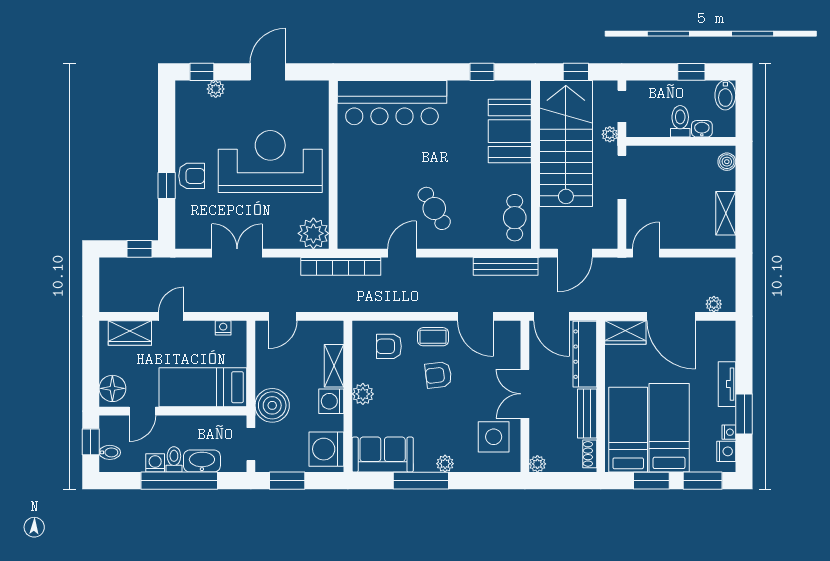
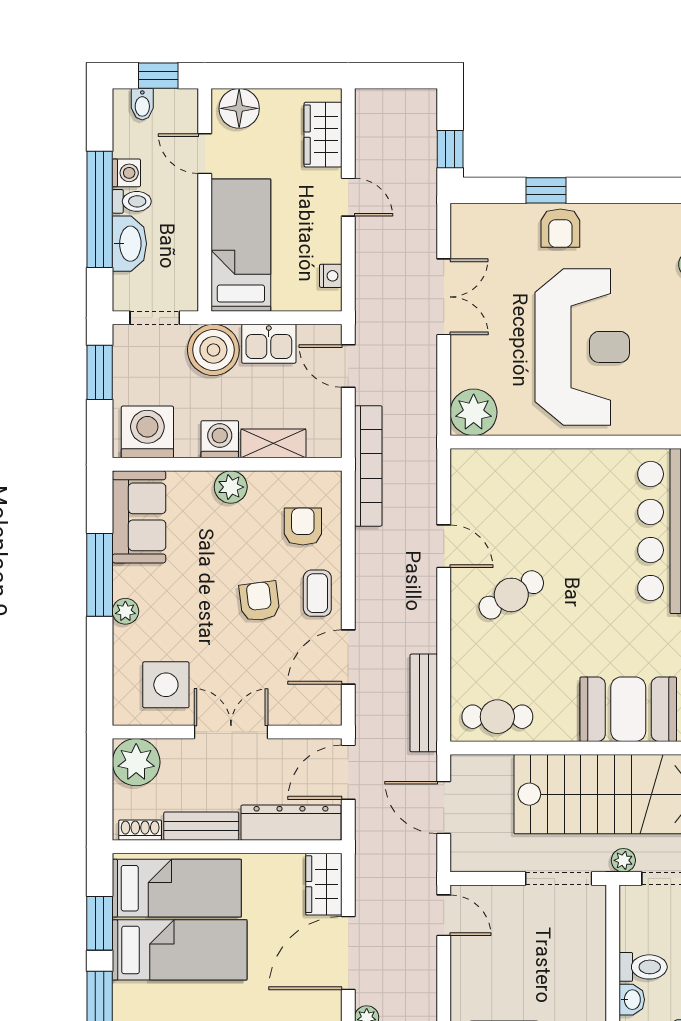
bookcase: (341, 266) -> (368, 466), moved, turned 180
kitchen sink: (268, 369) -> (269, 344), added
plant: (537, 464) -> (136, 762), width x1.88, depth x1.88

